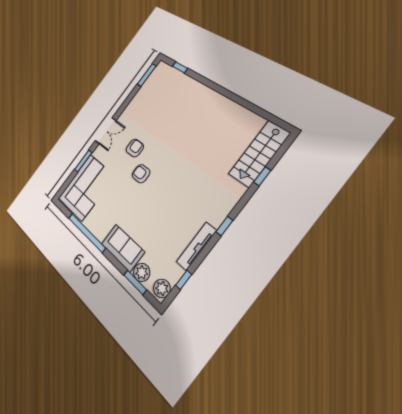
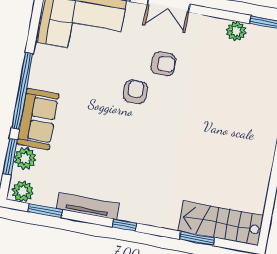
plant: (141, 96) -> (236, 31), added
window: (262, 176) -> (197, 238), width x1.50
window: (87, 233) -> (22, 91), moved
window: (184, 280) -> (45, 211), width x1.50

